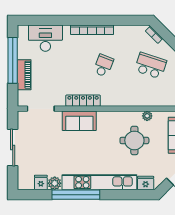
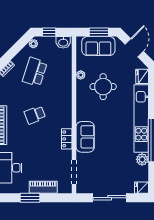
window: (13, 60) -> (30, 198), width x0.47
school desk: (103, 66) -> (35, 115), turned -42
locker: (83, 101) -> (67, 139), width x0.66
fridge: (41, 182) -> (141, 188), moved

